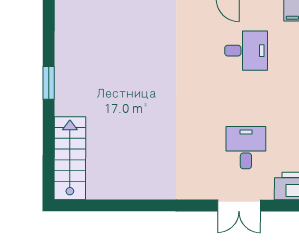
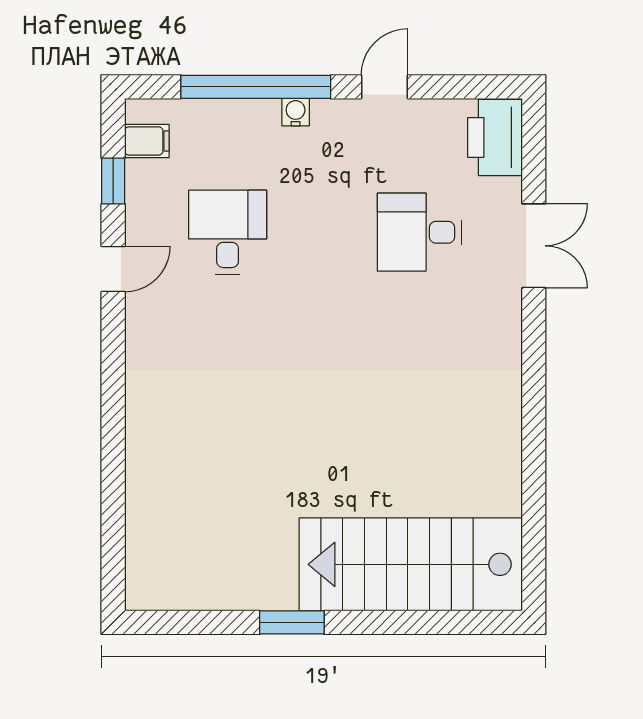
stairs: (70, 158) -> (411, 564), width x1.36, depth x1.51

